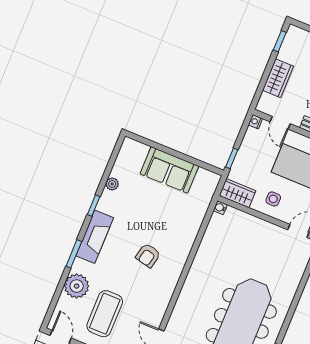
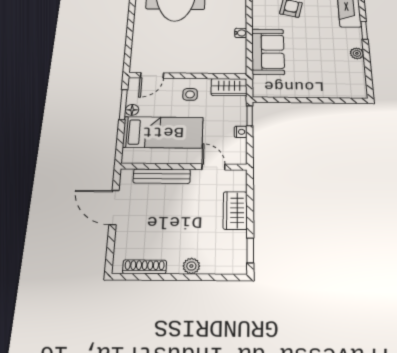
nightstand: (255, 122) -> (241, 132), moved
sofa: (169, 170) -> (268, 52), moved, turned 90
water cooler: (220, 208) -> (241, 33), moved

